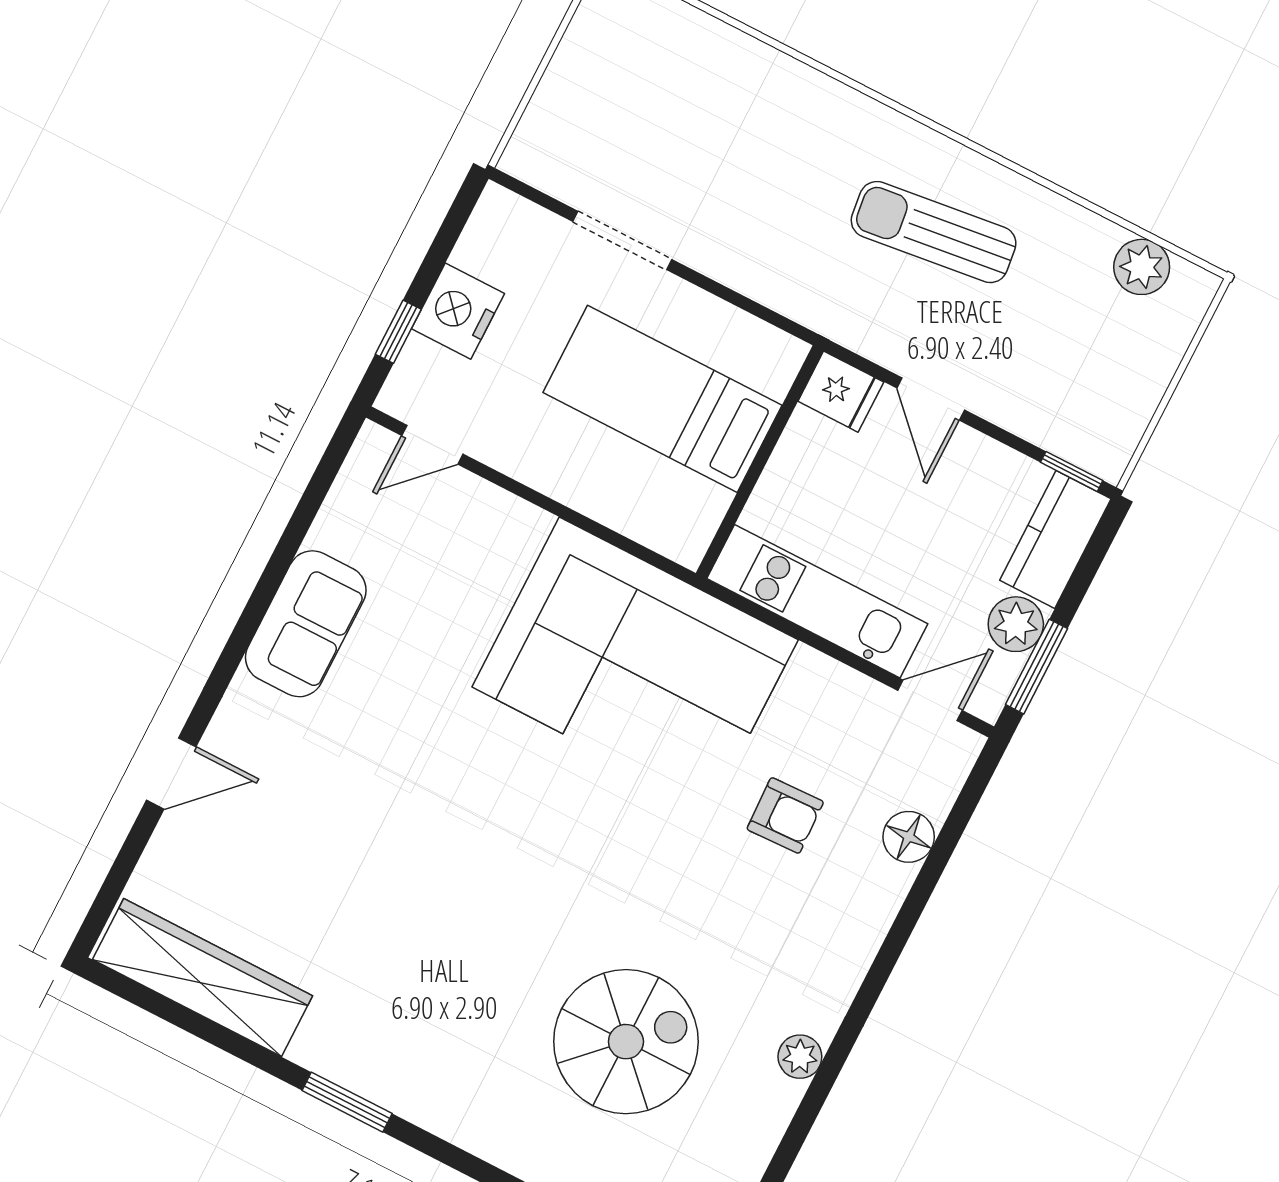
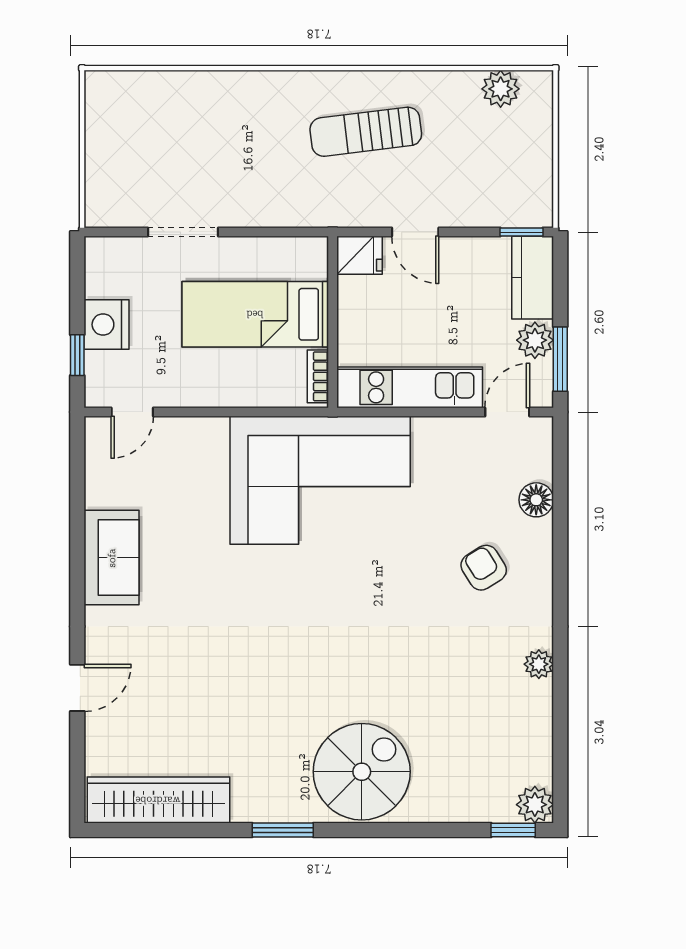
bookcase: (703, 524) -> (318, 376), added
armchair: (785, 815) -> (484, 568), moved, turned -120
spiral stairs: (626, 1042) -> (362, 772), moved

